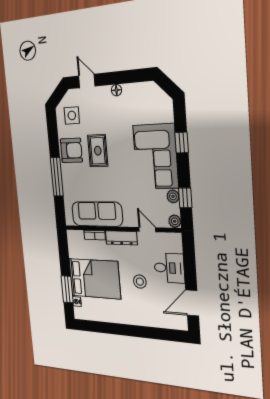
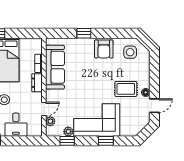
door: (87, 81) -> (154, 106), moved
rug: (98, 151) -> (126, 89), moved
window: (57, 177) -> (84, 33), width x0.46
plant: (175, 221) -> (50, 121), moved
dresser: (121, 238) -> (37, 83), width x0.70

